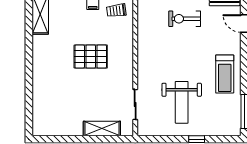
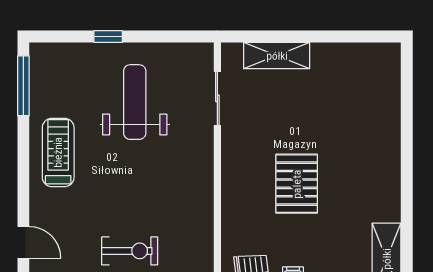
pallet: (91, 57) -> (297, 184), turned 90

